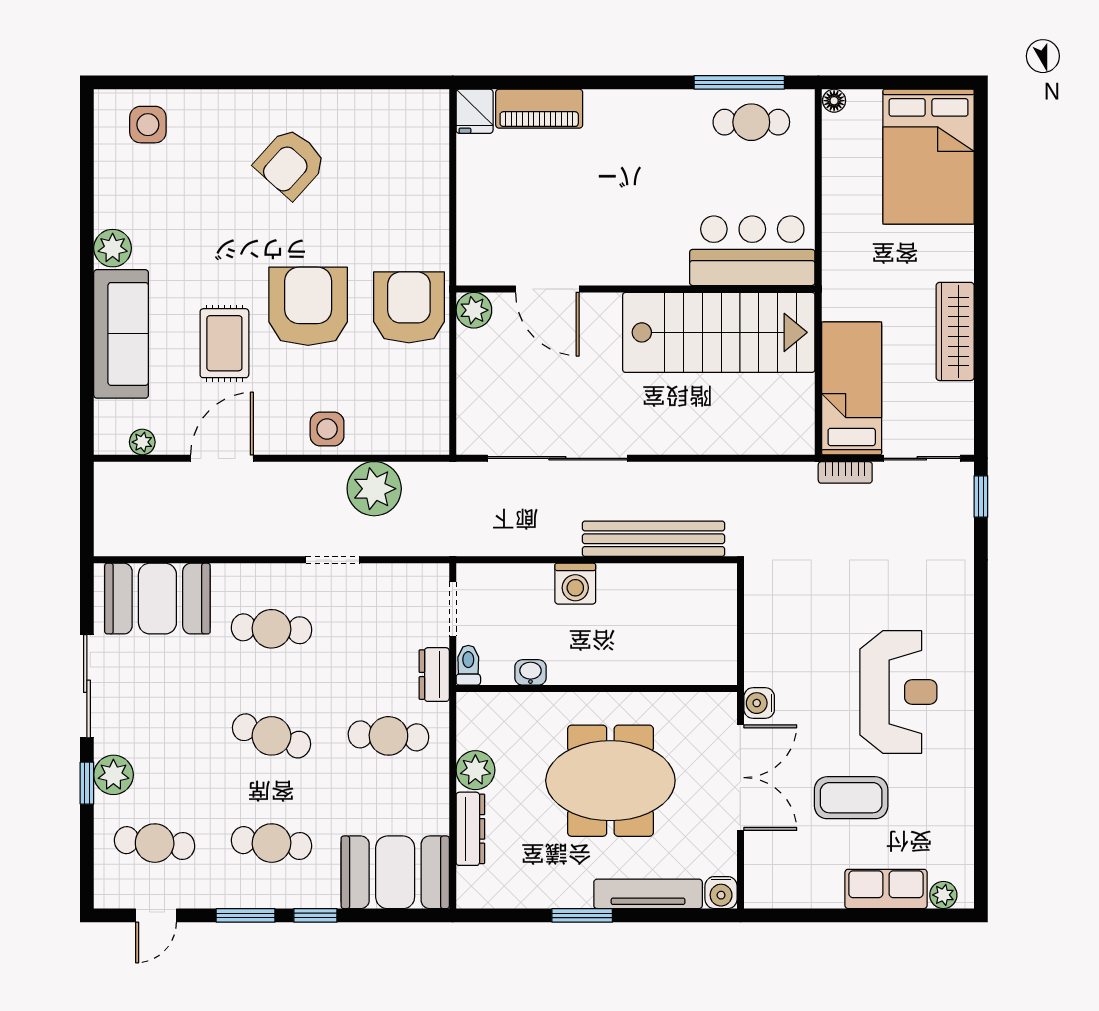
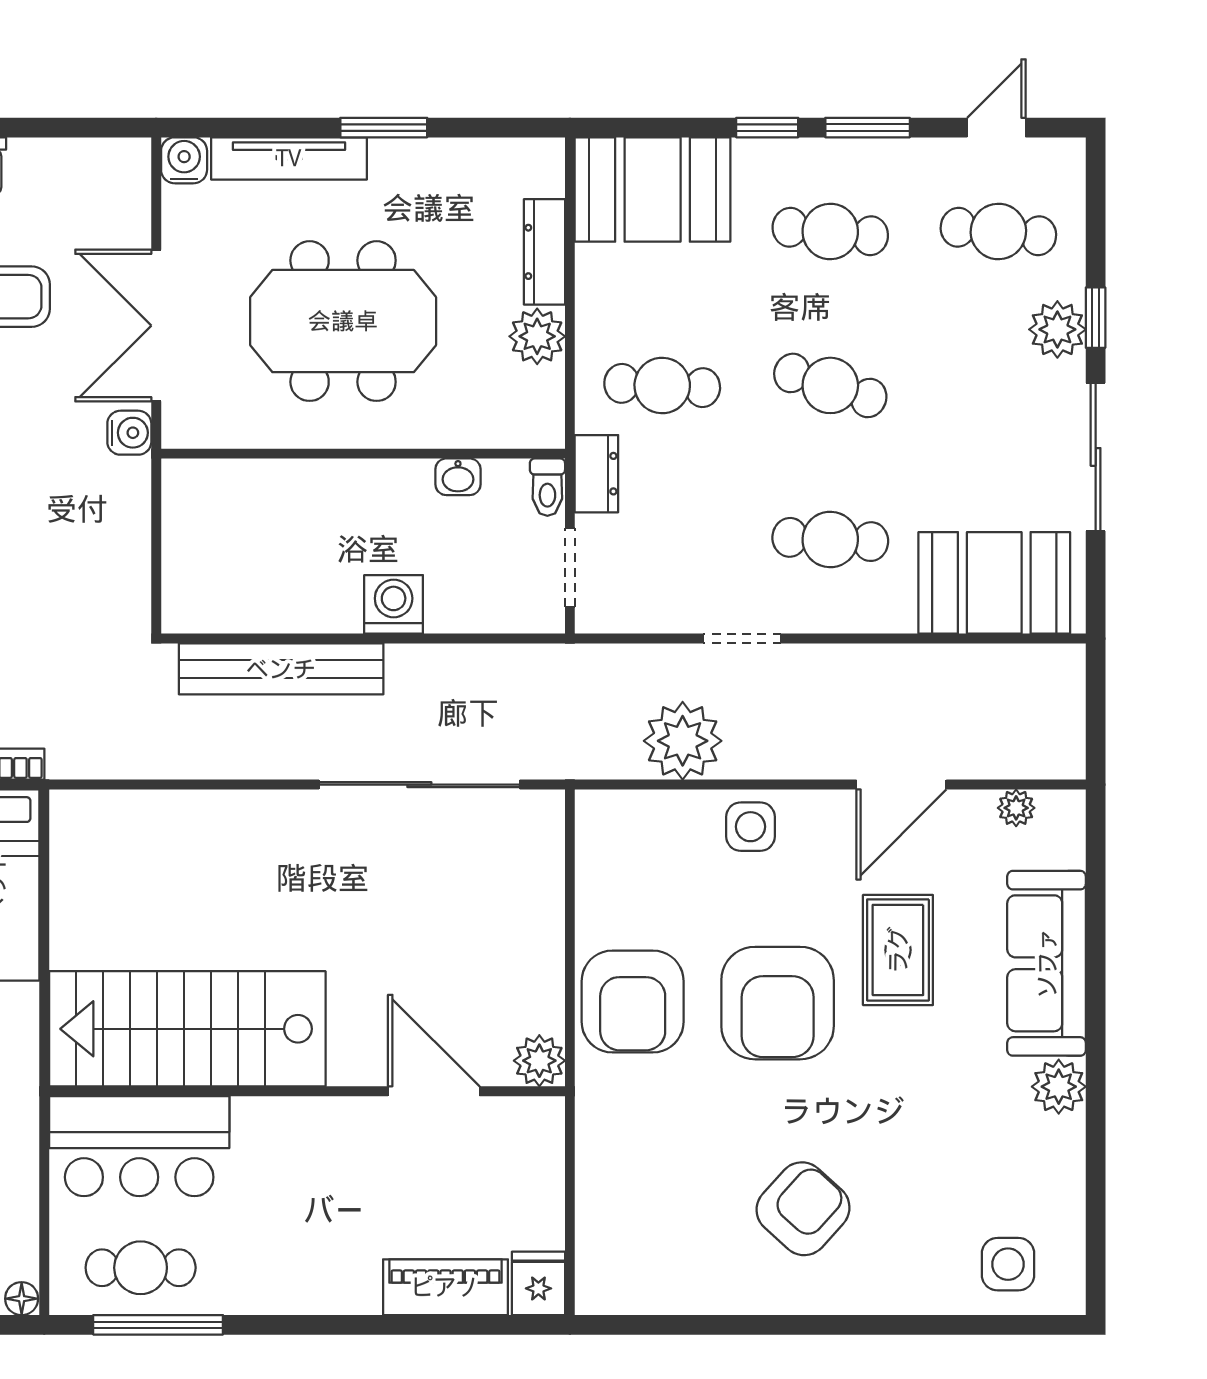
bar counter: (752, 251) -> (139, 1146), moved
door: (547, 289) -> (434, 1091), moved
wall: (635, 289) -> (307, 1091), moved
plant: (474, 310) -> (539, 1061), moved
stairs: (719, 332) -> (187, 1029), moved

